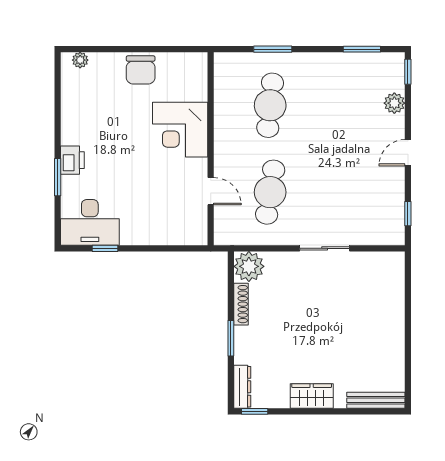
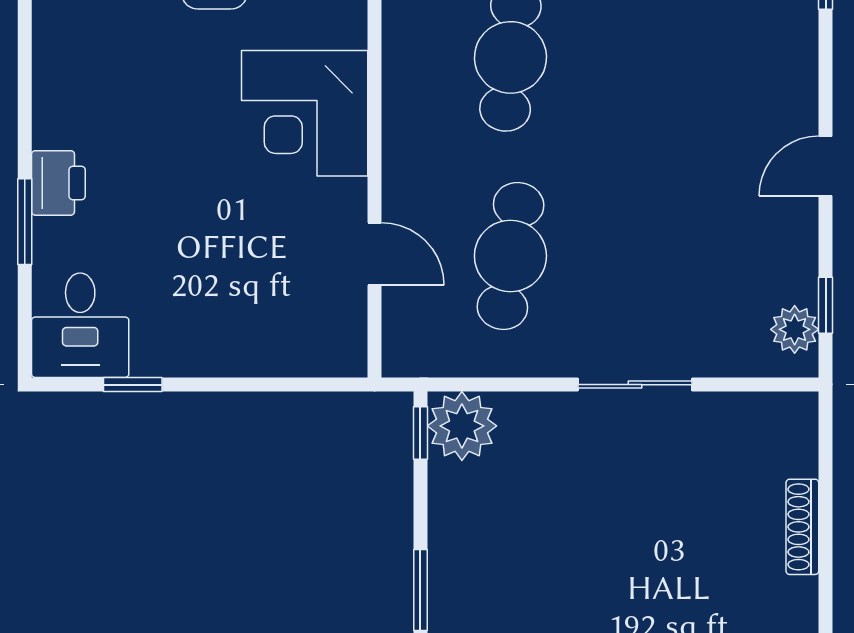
plant: (394, 103) -> (795, 329), moved
desk: (90, 222) -> (80, 325), width x0.73
window: (231, 270) -> (420, 433), added
shoe rack: (241, 304) -> (802, 527), moved, turned 180

